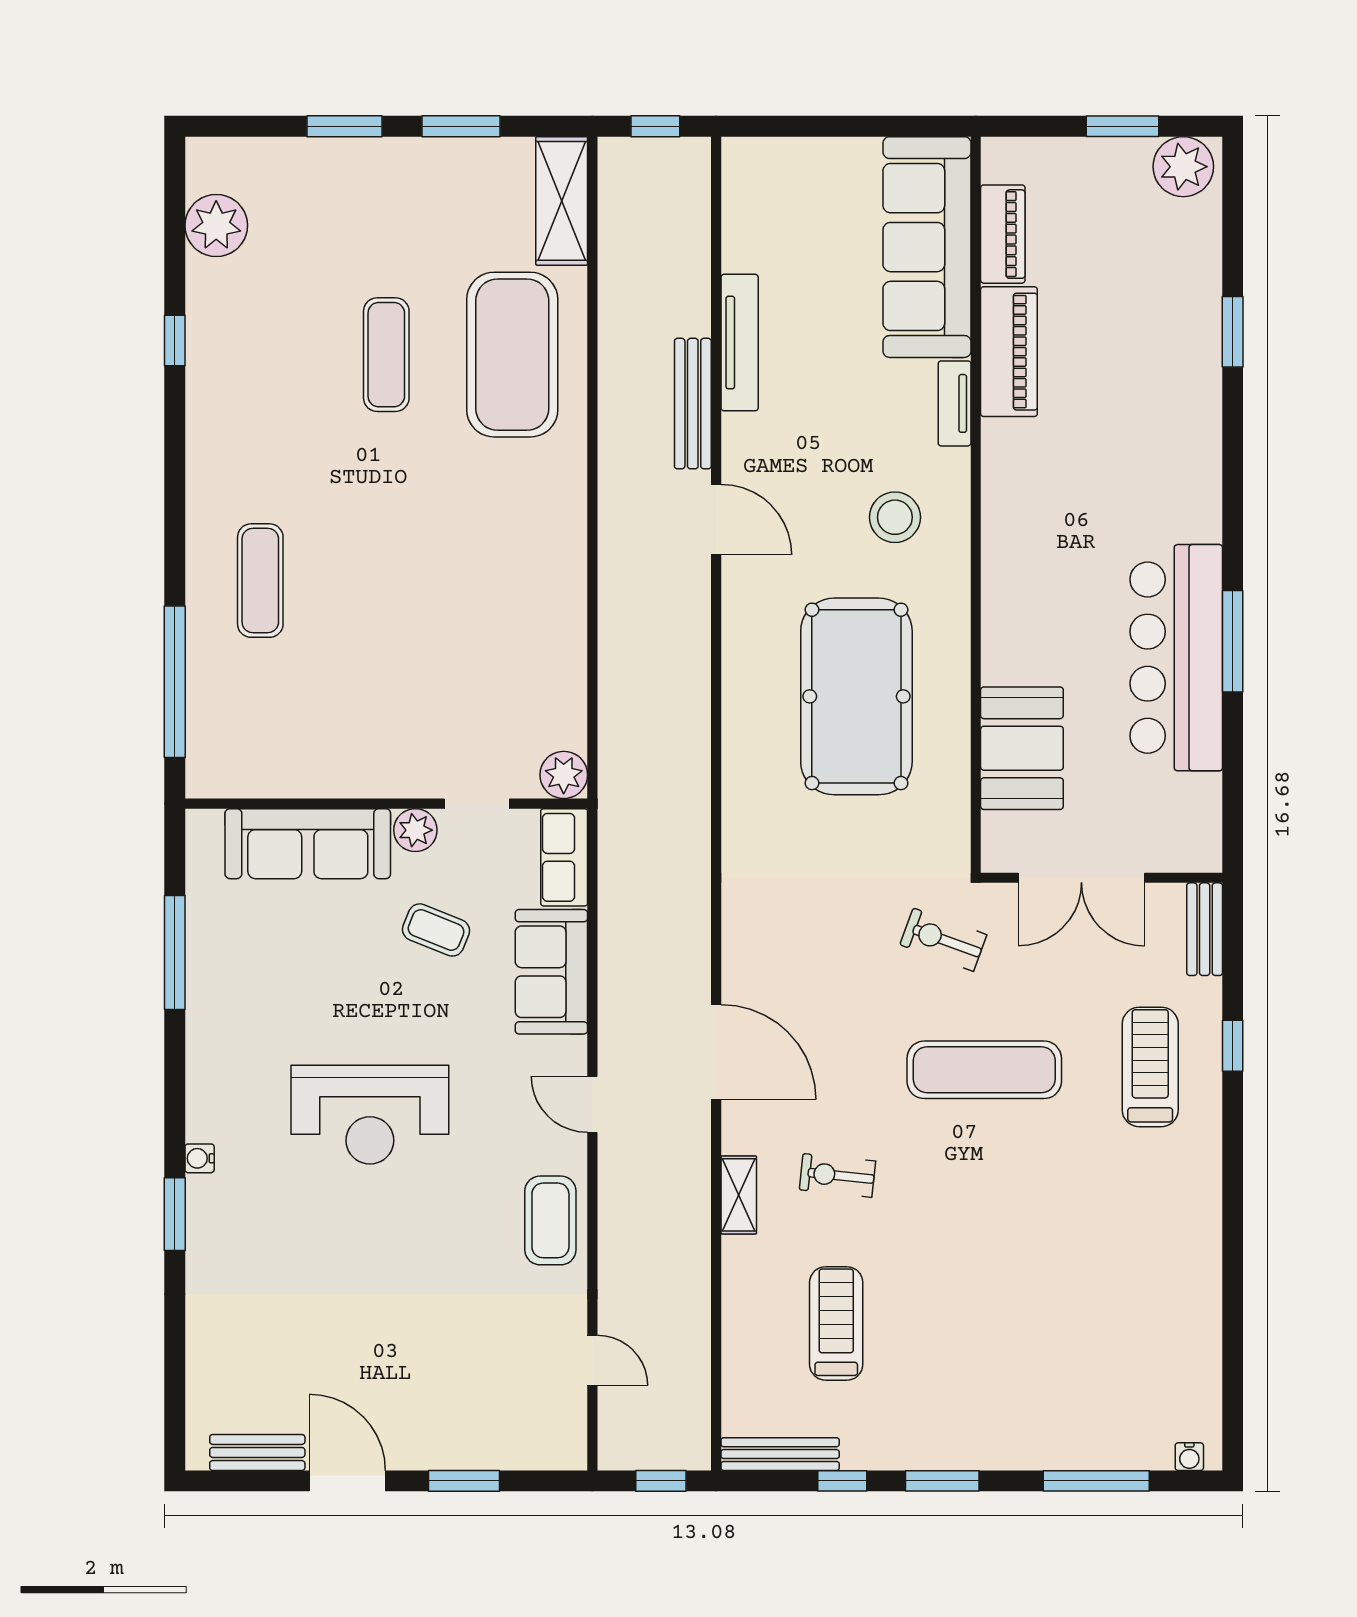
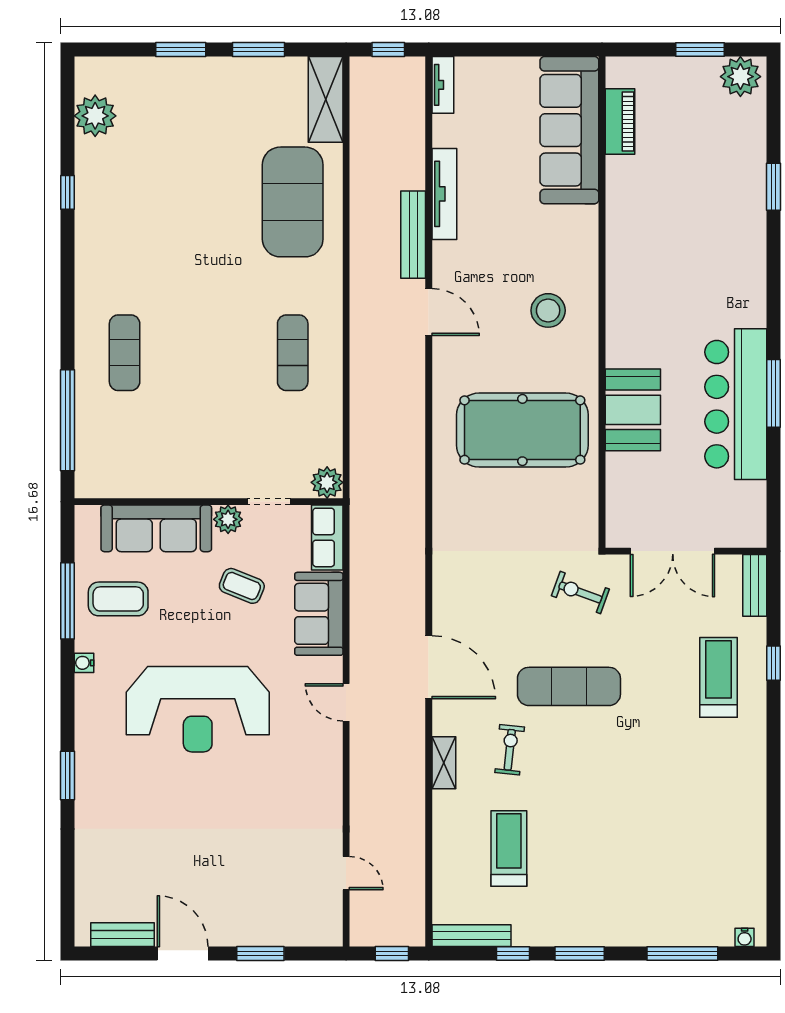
piano: (1009, 352) -> (624, 200), removed
exercise mat: (386, 355) -> (293, 353), moved
tv unit: (955, 403) -> (443, 85), moved, turned 180
pool table: (856, 696) -> (522, 430), turned 90
booth: (1022, 748) -> (633, 410), moved
exercise mat: (984, 1070) -> (569, 686), moved
reception desk: (370, 1115) -> (198, 709), width x1.36, depth x1.30
water cooler: (200, 1158) -> (84, 663), moved
exercise bike: (837, 1175) -> (510, 750), turned 90
coffee table: (550, 1220) -> (118, 599), moved, turned 90

